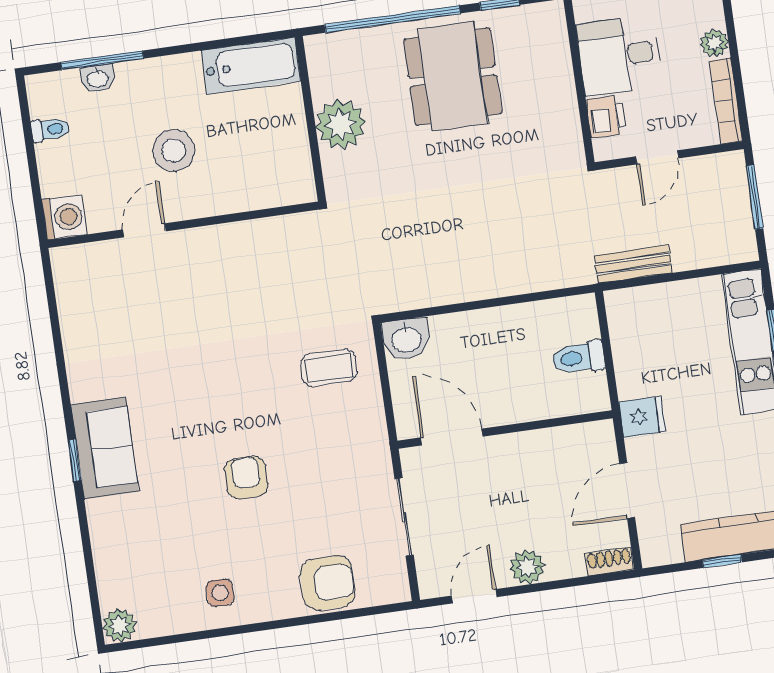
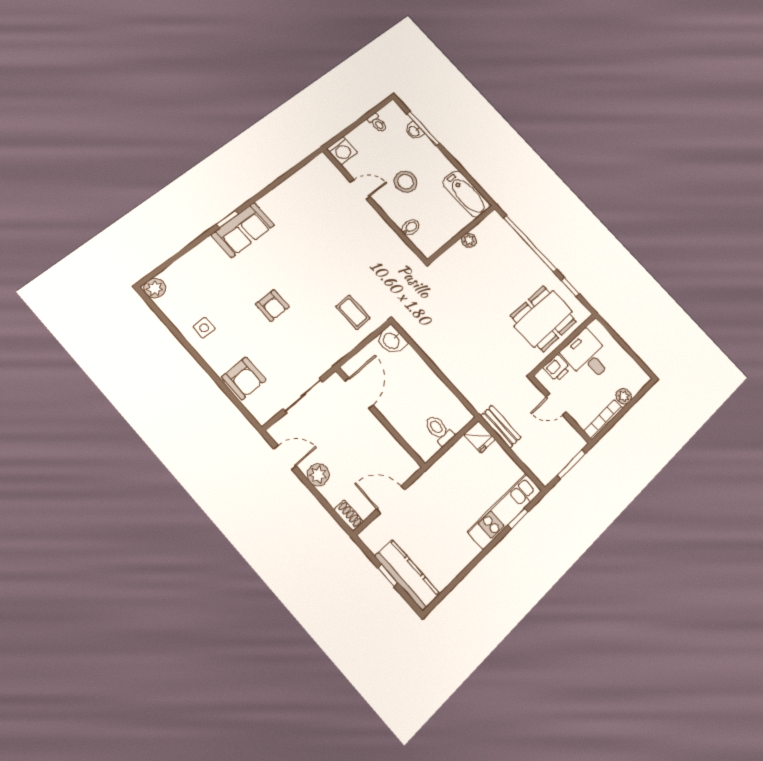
dining table: (453, 76) -> (543, 319), moved
plant: (341, 124) -> (469, 240), width x0.53, depth x0.53
bidet: (252, 193) -> (410, 228), added
fridge: (642, 417) -> (479, 437), moved
armchair: (246, 478) -> (272, 305), turned 90

